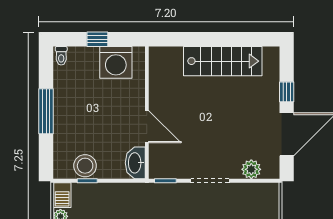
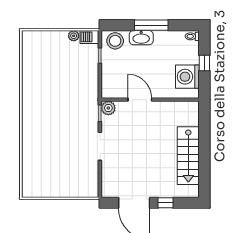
door: (147, 127) -> (140, 100), swing flipped
washbasin: (135, 163) -> (141, 38), moved, turned 180
stool: (85, 166) -> (115, 41), moved
plant: (251, 169) -> (108, 108), moved

